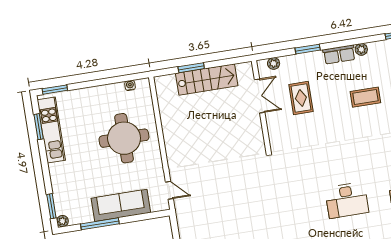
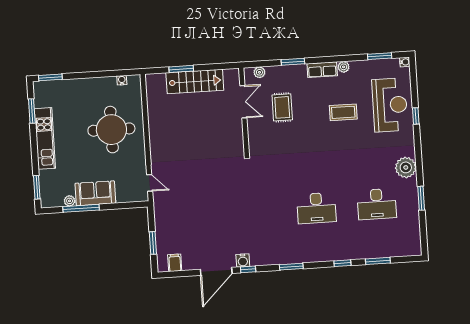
kitchen unit: (51, 130) -> (45, 138), moved
sofa: (121, 205) -> (95, 193), width x0.73
plant: (62, 221) -> (70, 201), moved

